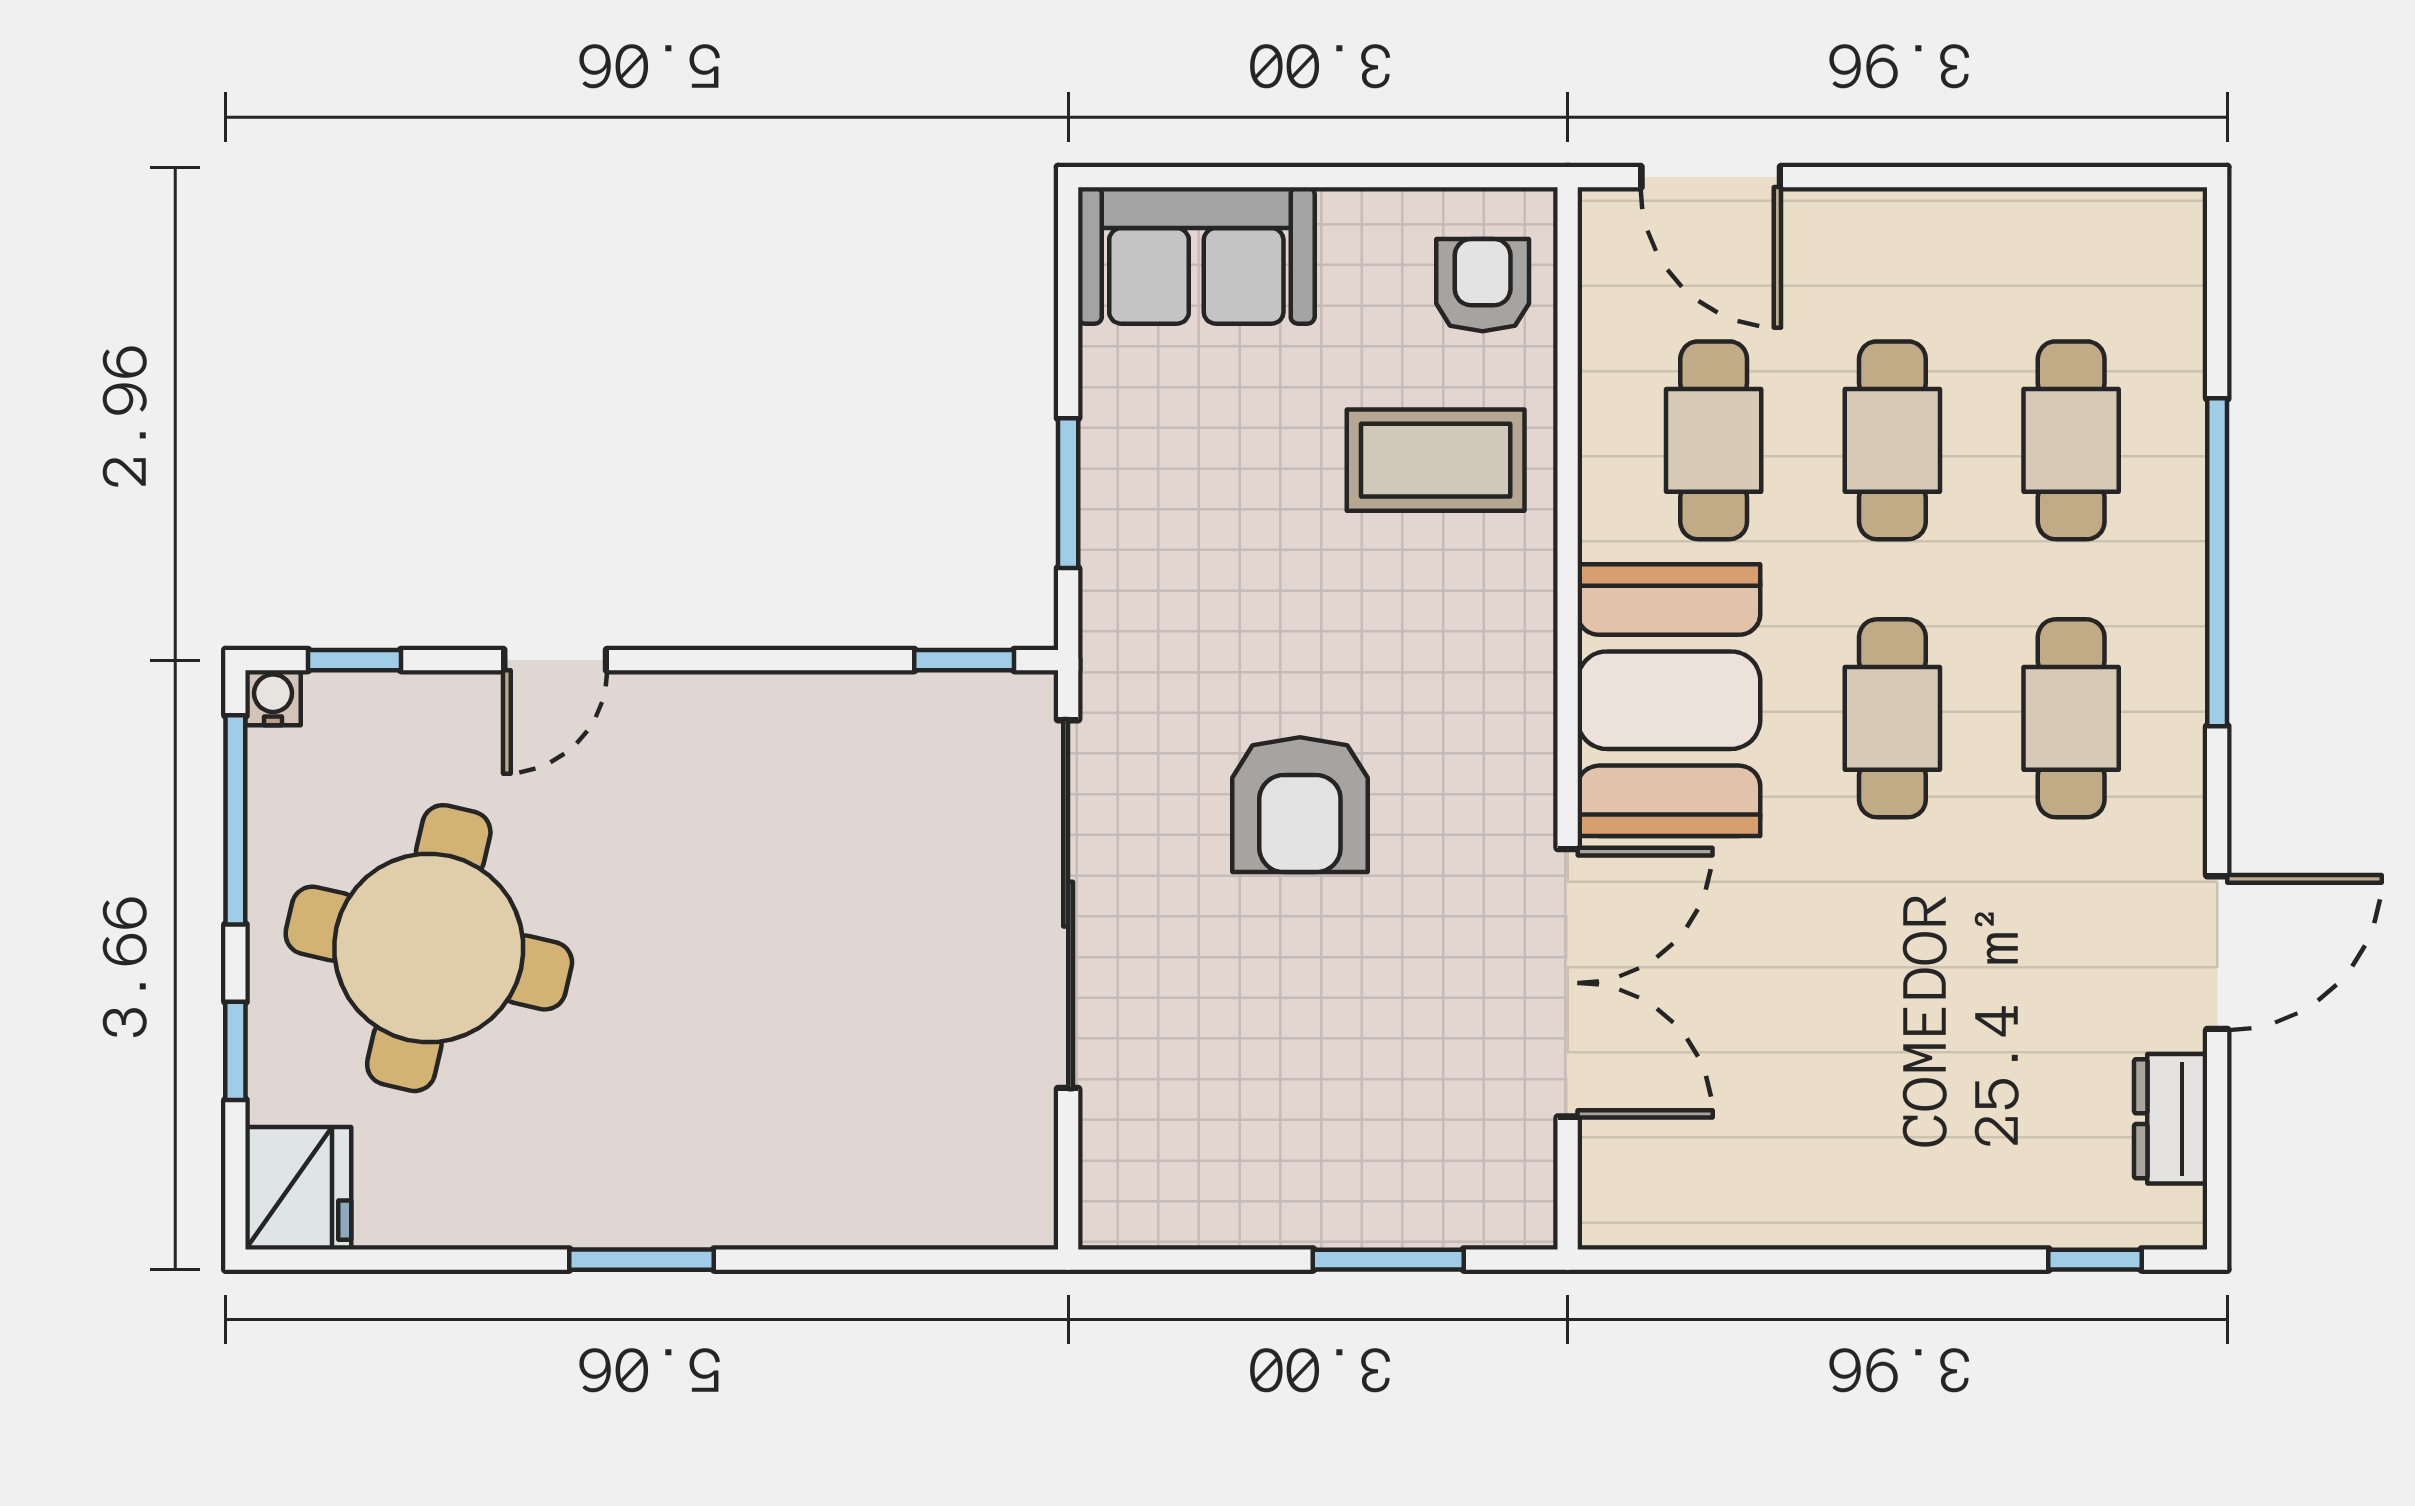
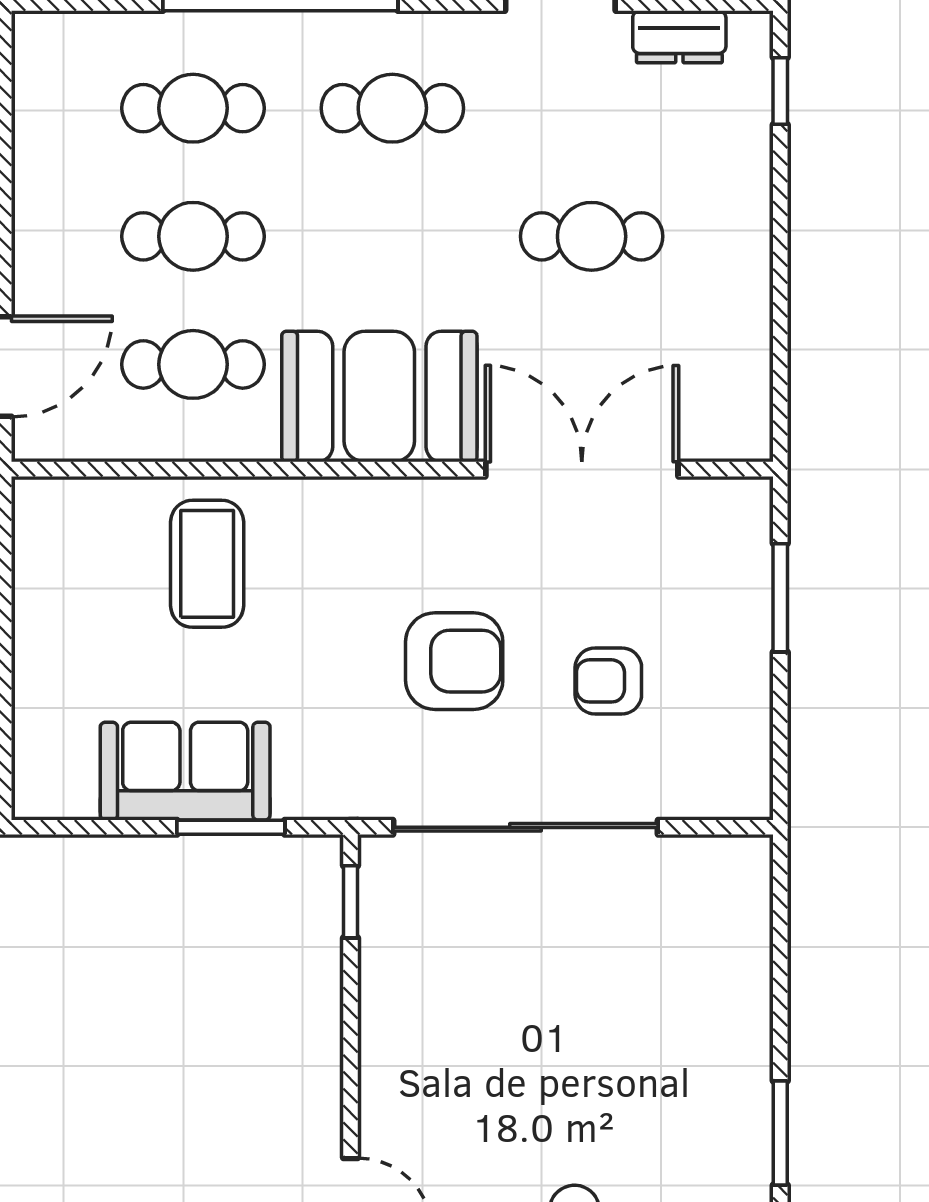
sofa: (1196, 255) -> (185, 771), moved, turned -90
armchair: (1483, 285) -> (608, 681), moved
cafe table: (1892, 718) -> (592, 236), moved

